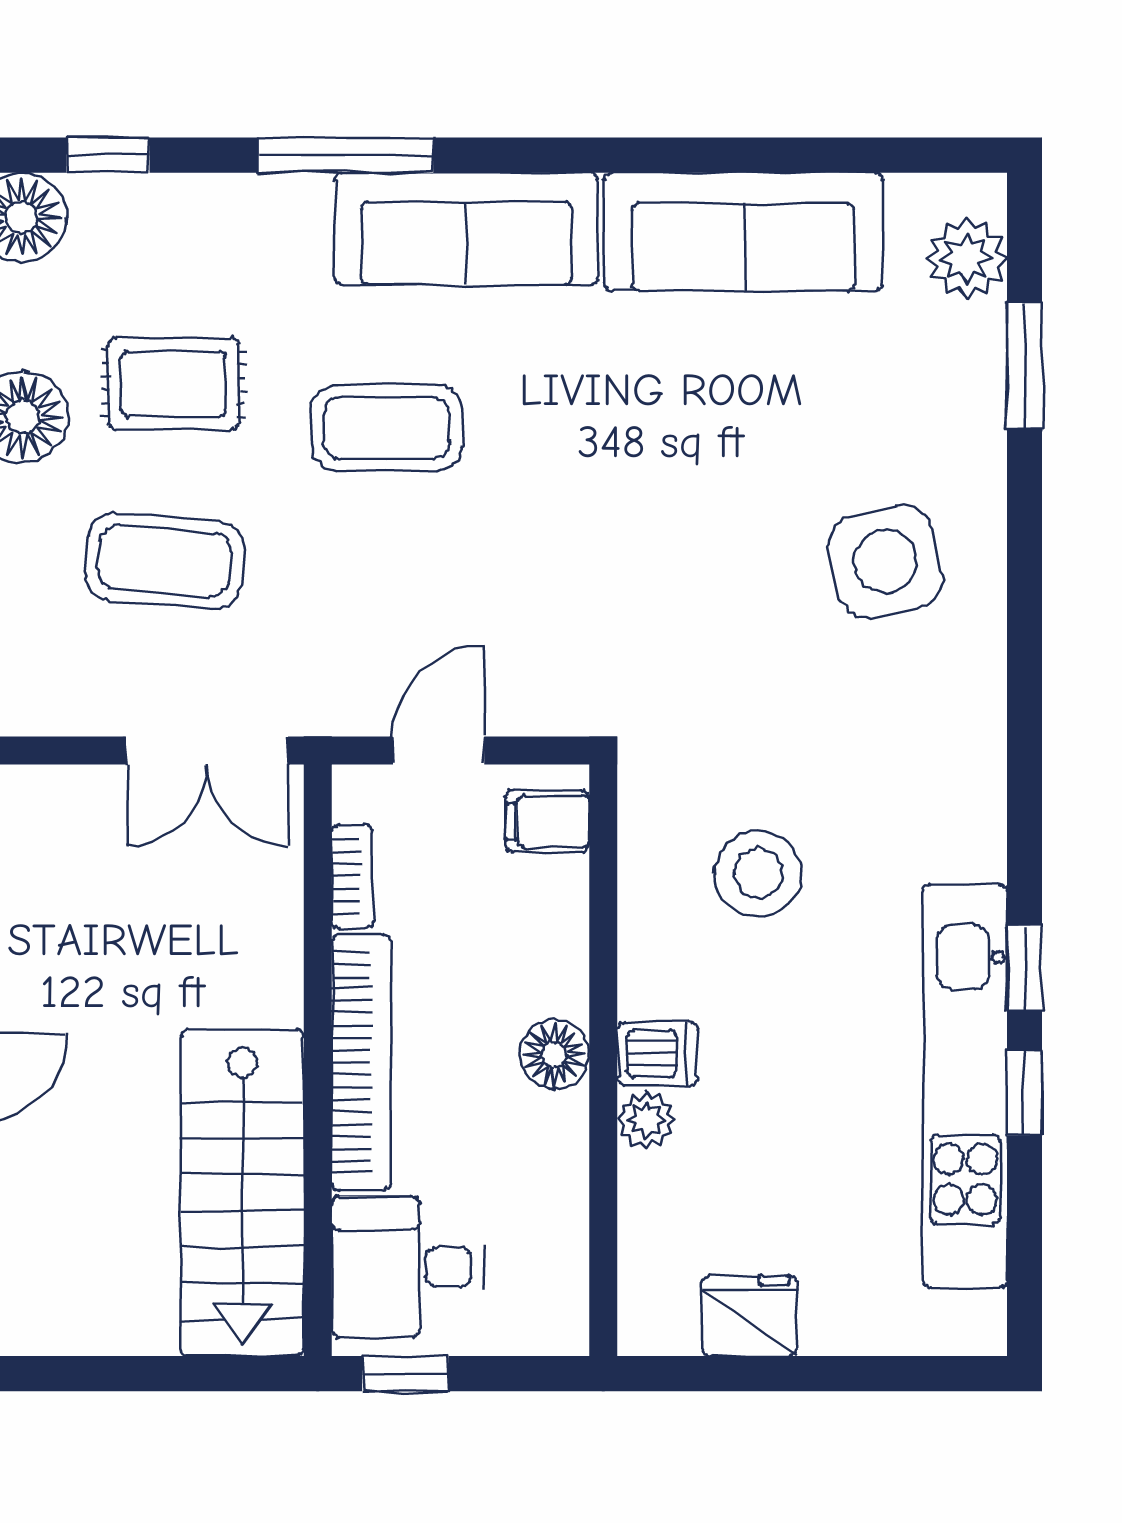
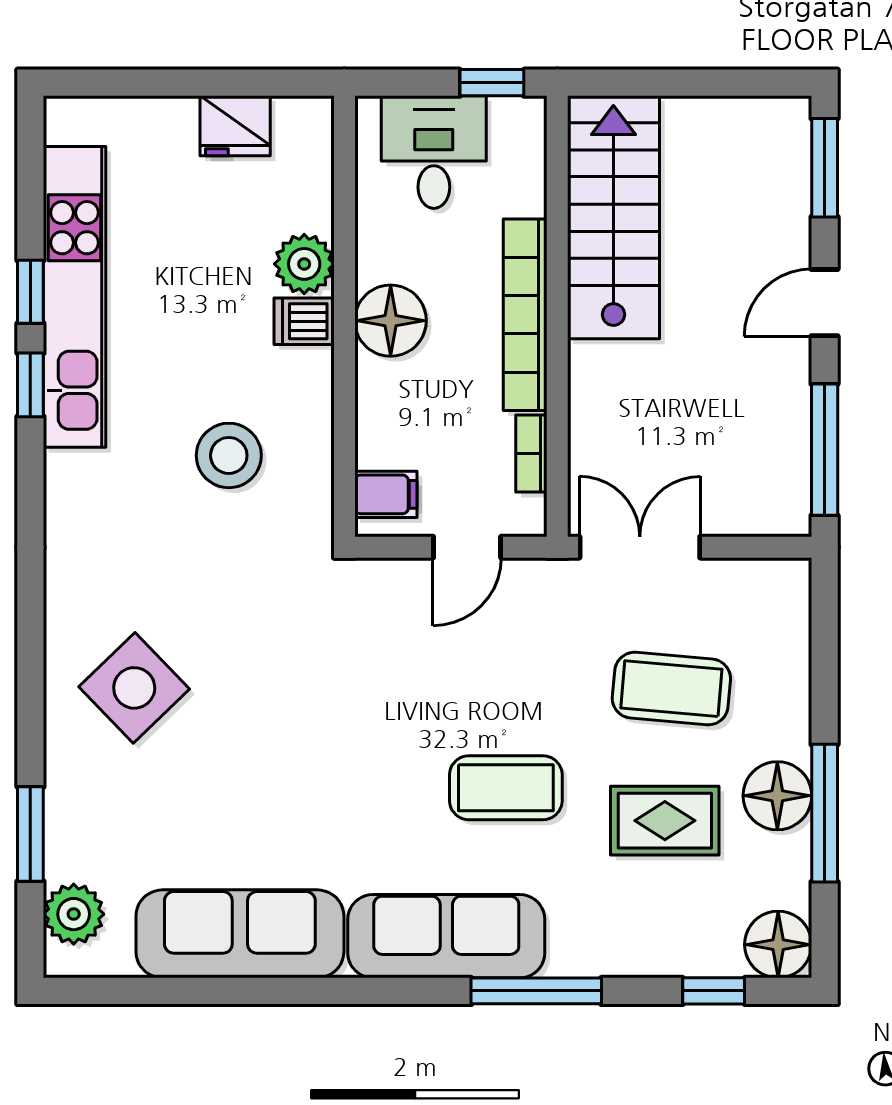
side table: (885, 562) -> (134, 688), turned -31
floor lamp: (554, 1054) -> (391, 321), width x1.38, depth x1.38
plant: (646, 1119) -> (304, 264), width x1.38, depth x1.38
desk: (407, 1267) -> (434, 152), moved, turned -90

